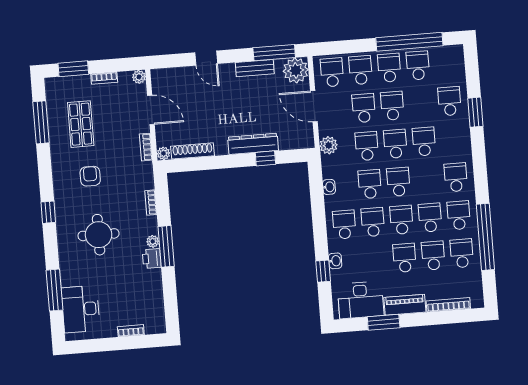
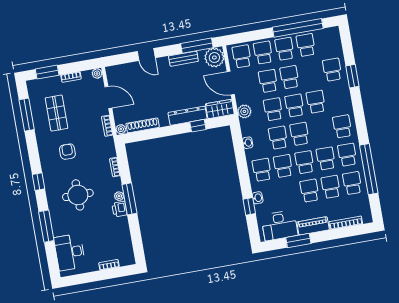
wardrobe: (296, 139) -> (220, 109), added
window: (54, 290) -> (46, 226), moved

